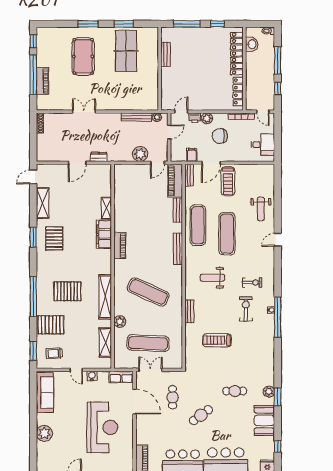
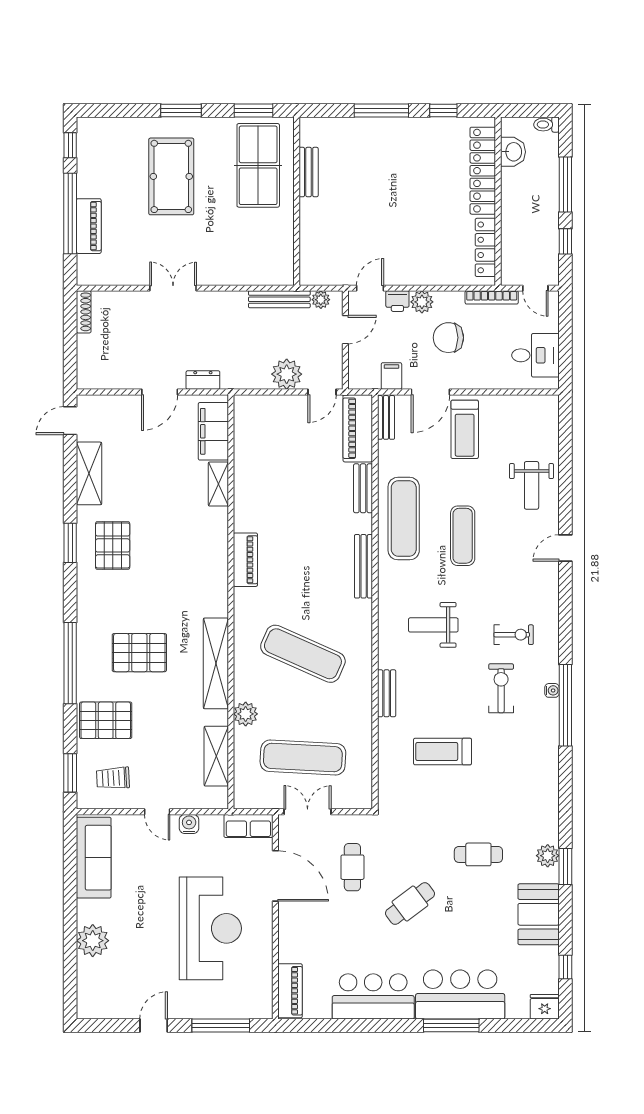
bench: (166, 54) -> (309, 172), moved
wall: (160, 69) -> (297, 201), moved
filing cabinet: (104, 234) -> (213, 431), moved
exercise mat: (227, 234) -> (463, 536), width x0.73, depth x0.69

